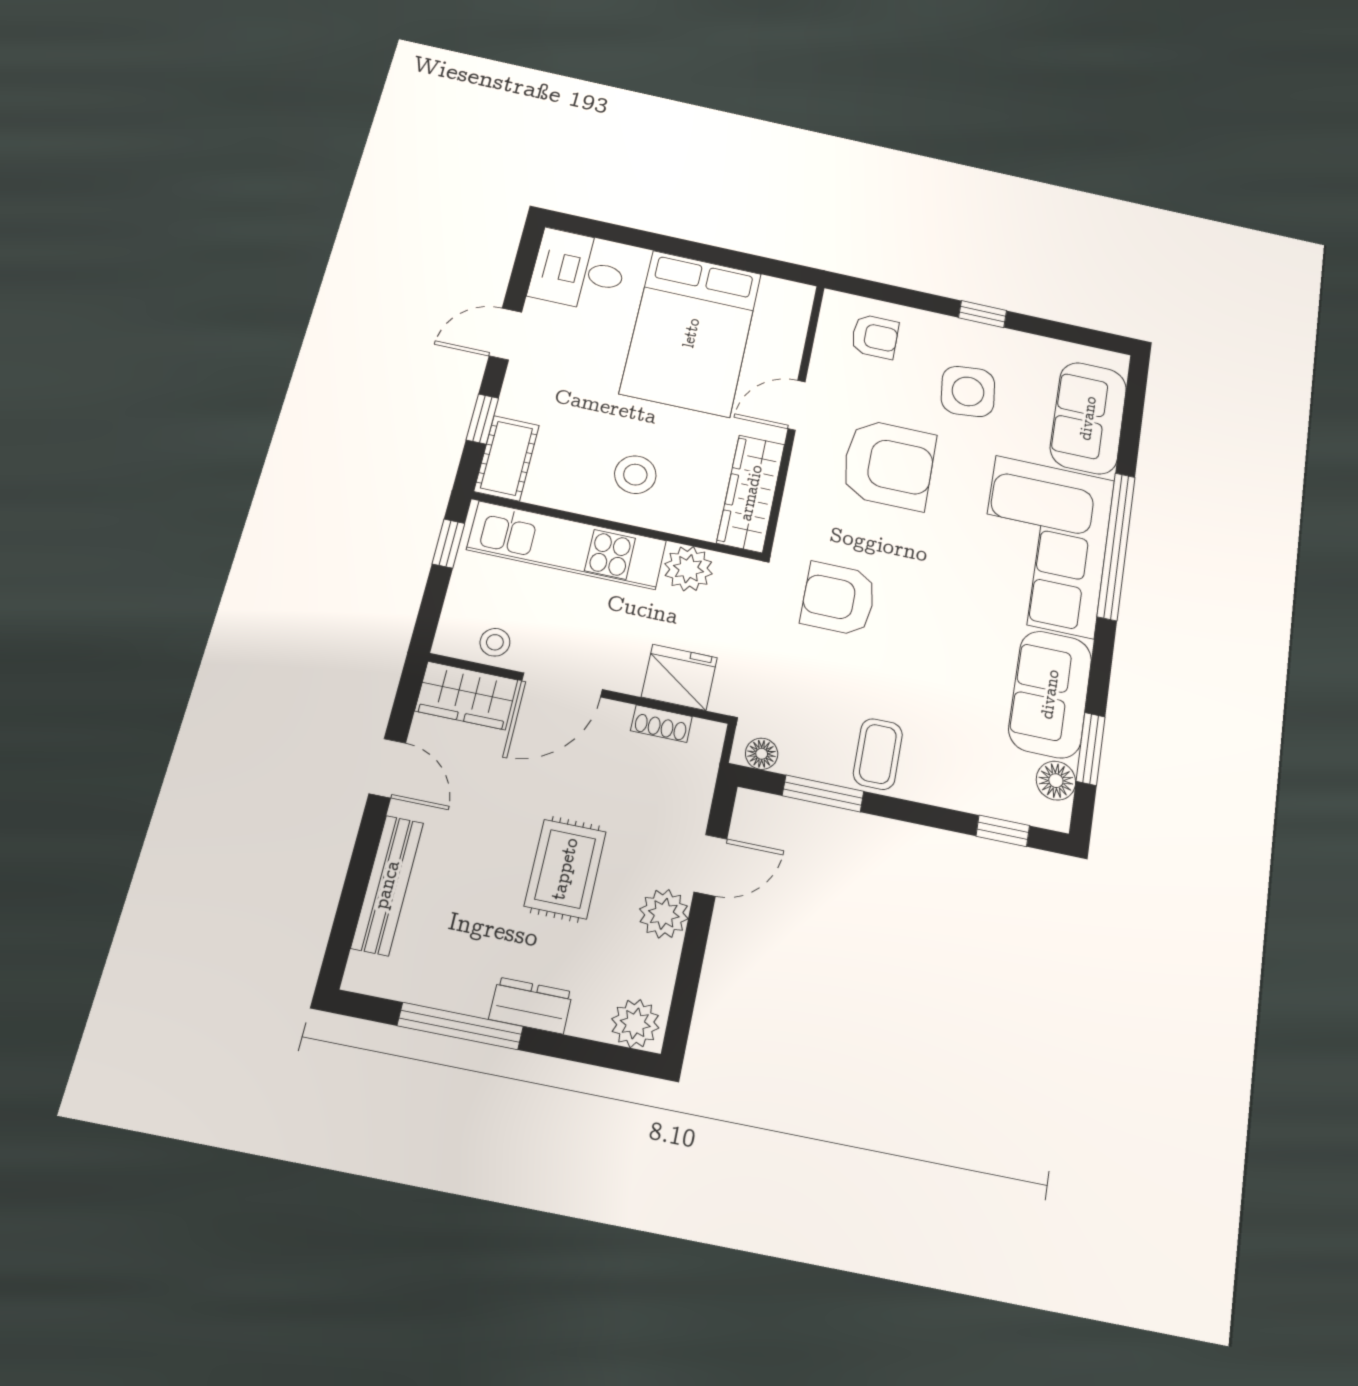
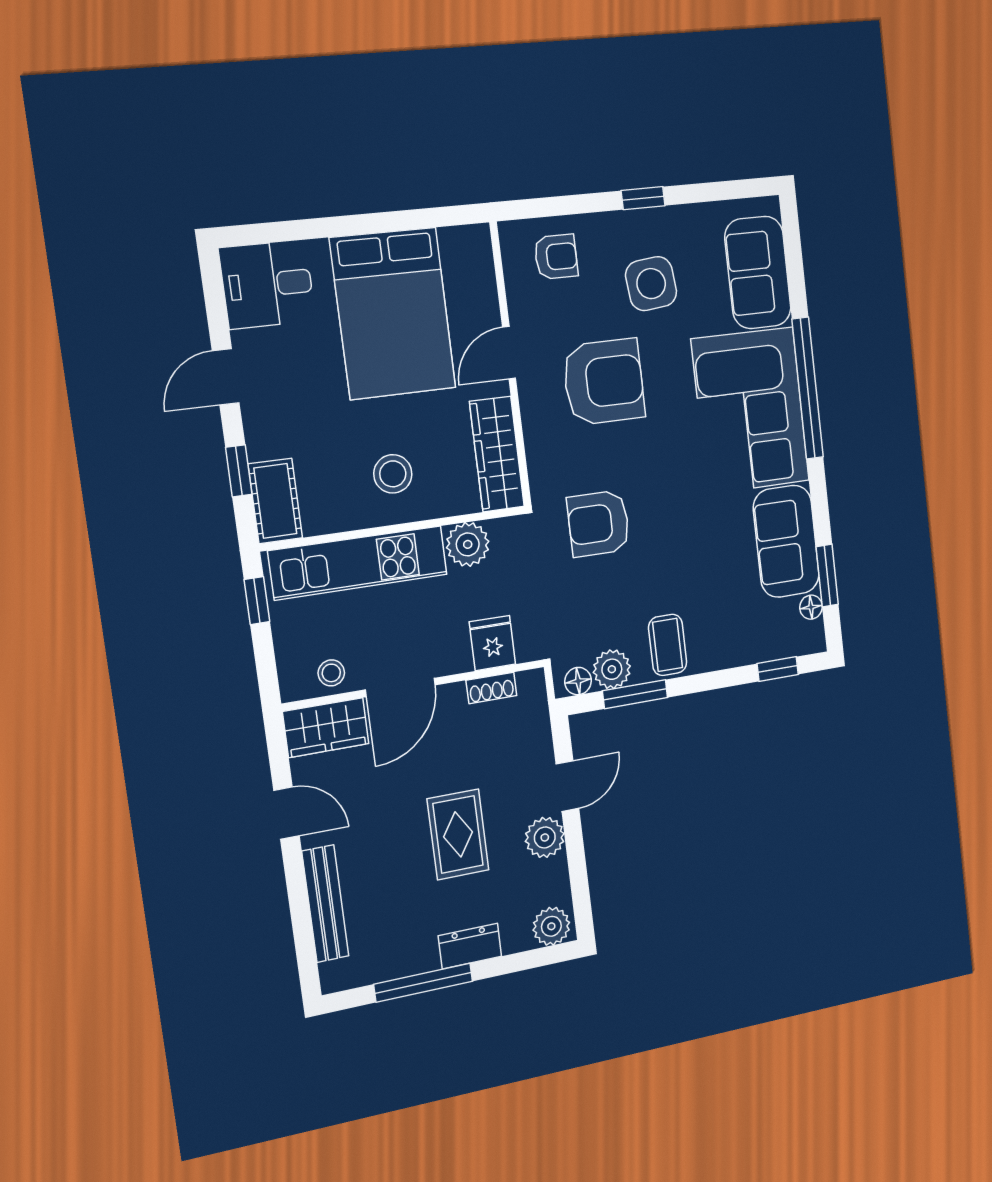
fridge: (679, 677) -> (492, 643), width x0.72
plant: (805, 756) -> (612, 669), added
floor lamp: (1056, 781) -> (811, 607), width x0.73, depth x0.73

